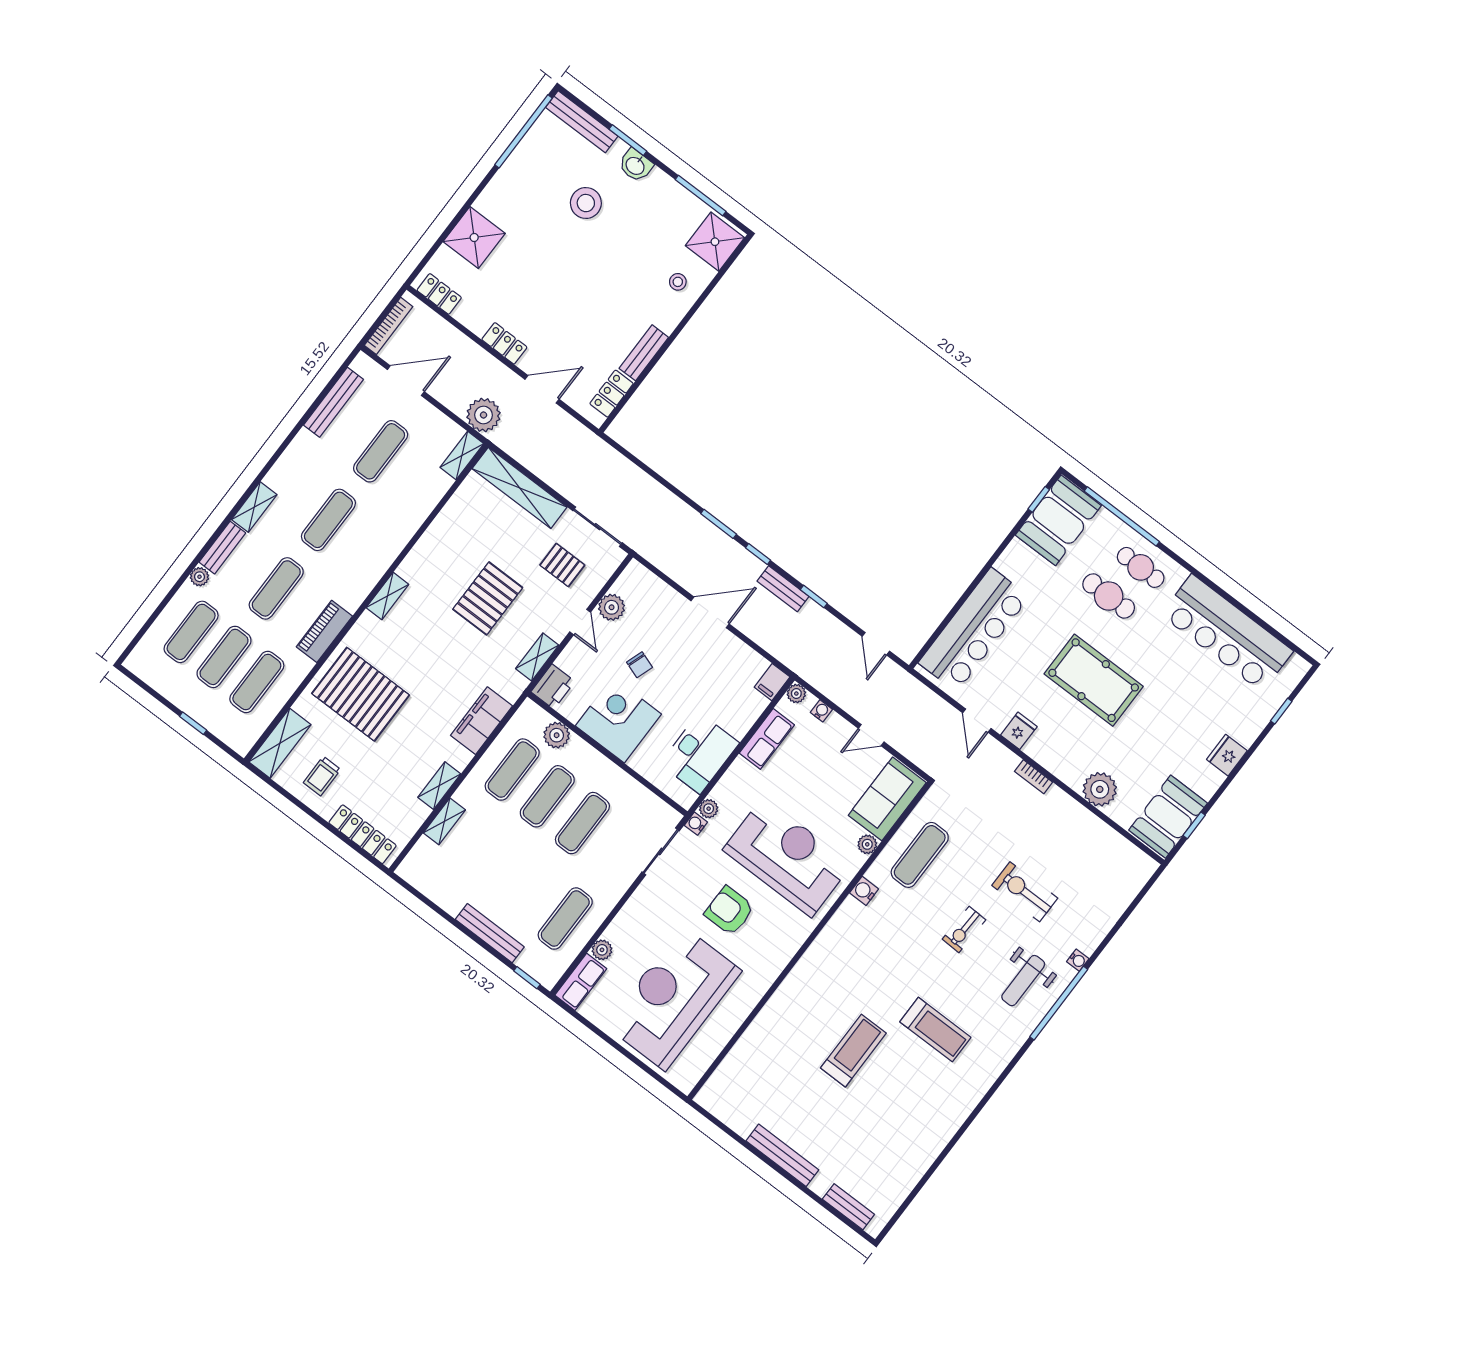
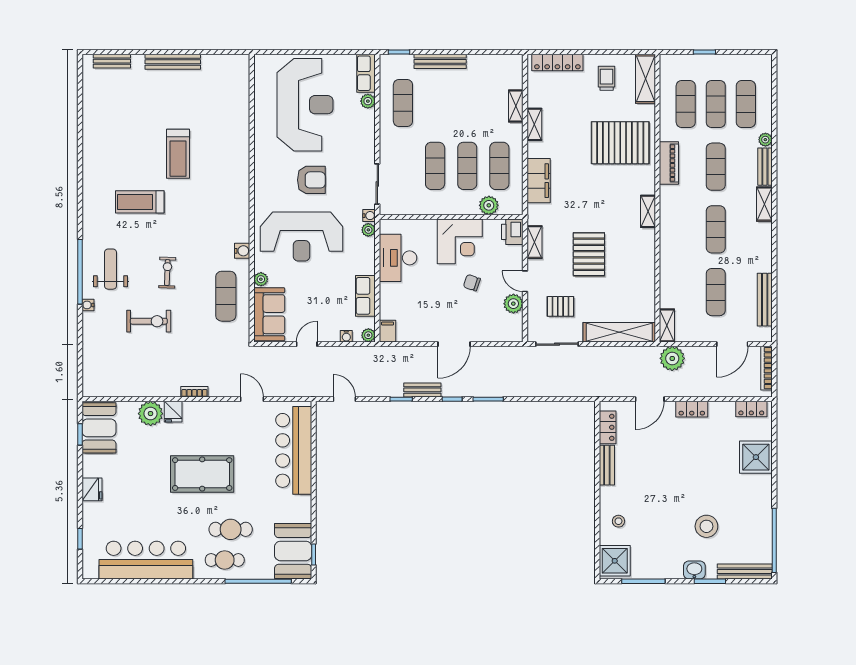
fridge: (1019, 731) -> (173, 412), moved

